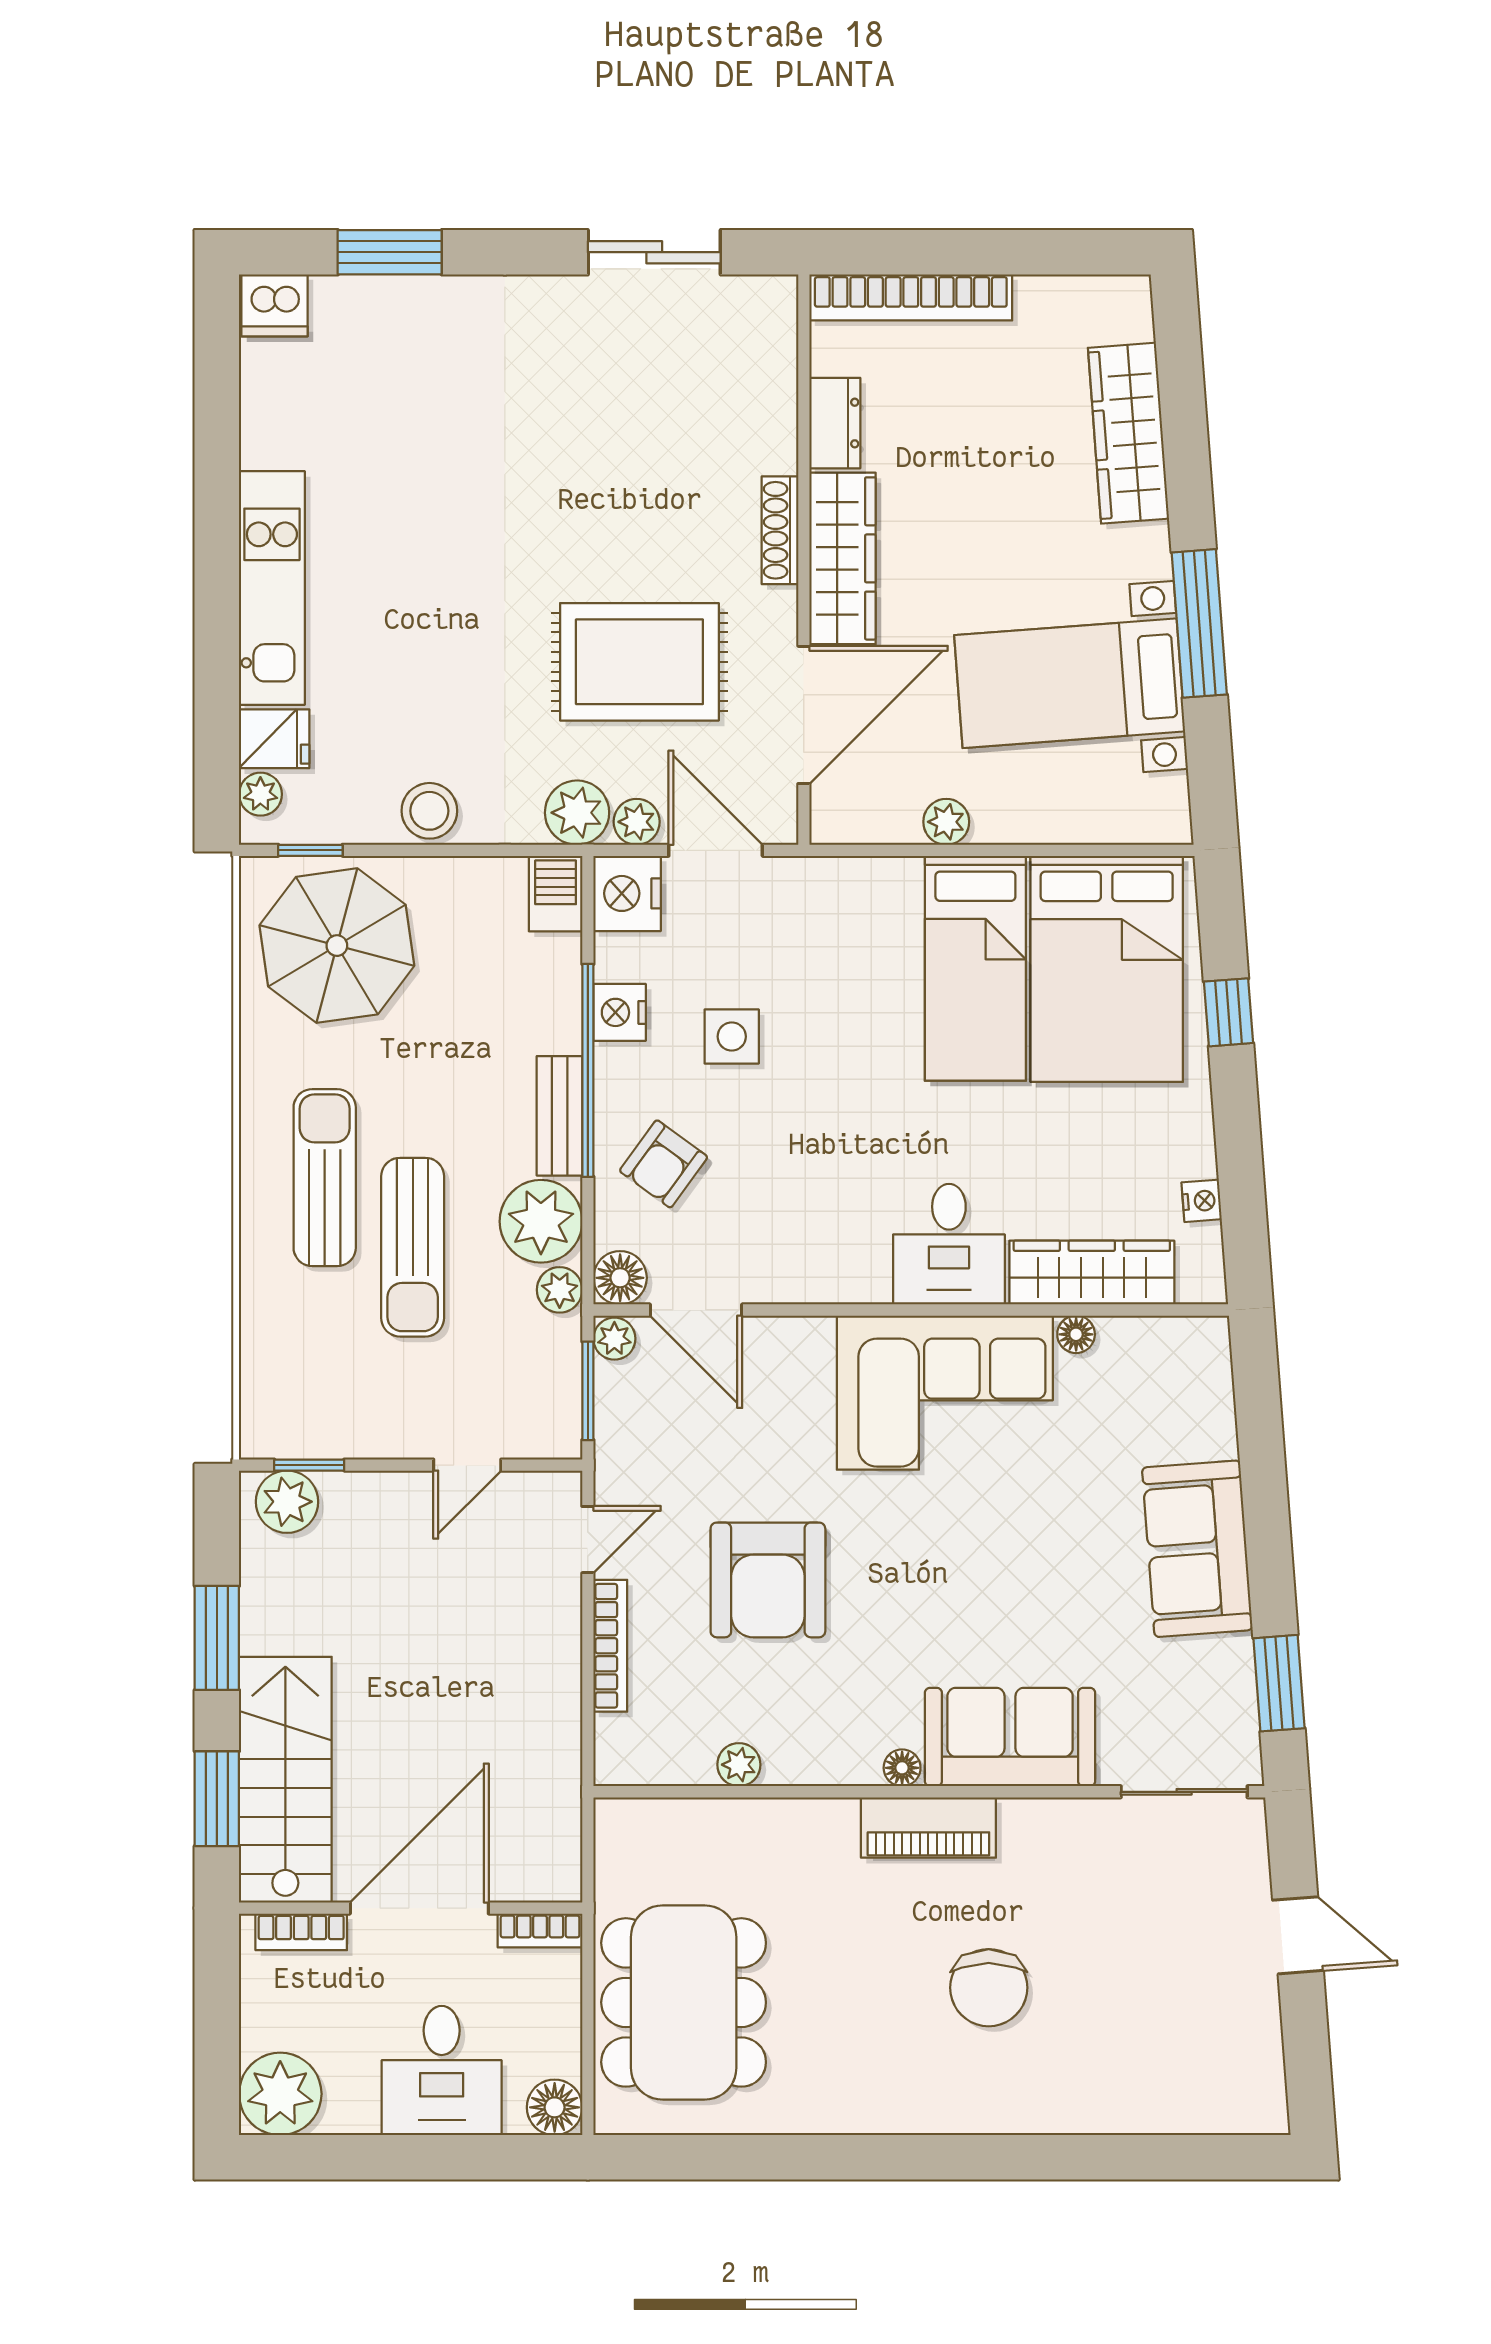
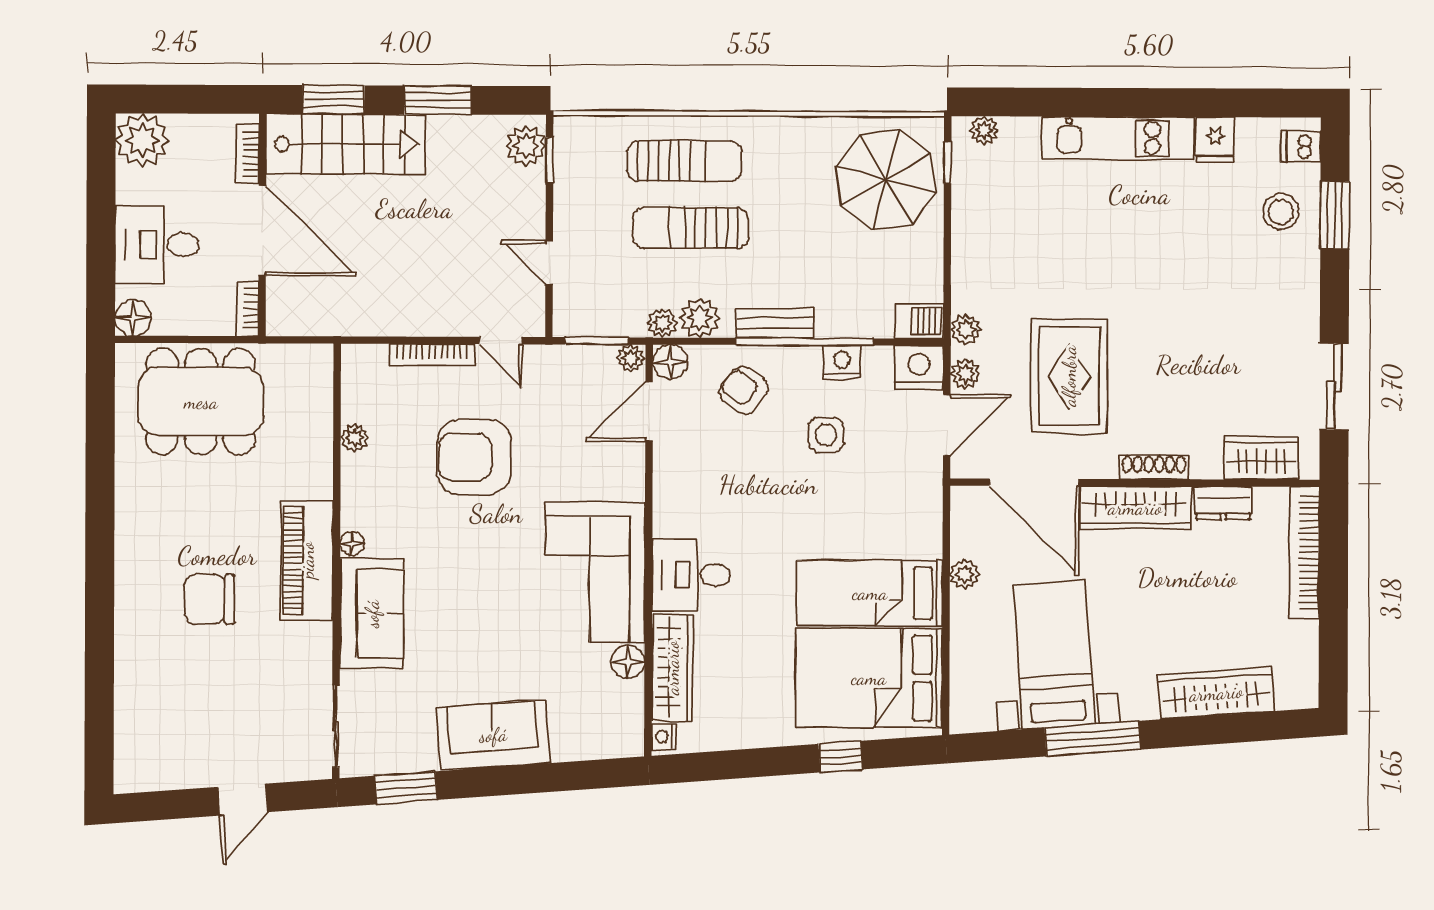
dishwasher: (275, 305) -> (1301, 146), width x0.73
wardrobe: (765, 365) -> (1261, 458), added
fridge: (274, 739) -> (1215, 140), moved
stool: (429, 811) -> (1281, 212), moved
plant: (577, 813) -> (966, 330), width x0.73, depth x0.73
sun lounger: (325, 1178) -> (684, 161), moved
nightstand: (1202, 1201) -> (664, 737), moved, turned 94
plant: (541, 1221) -> (700, 318), width x0.73, depth x0.73
floor lamp: (1076, 1334) -> (628, 662), width x1.37, depth x1.37
piano: (928, 1828) -> (307, 560), width x1.37, depth x1.33

